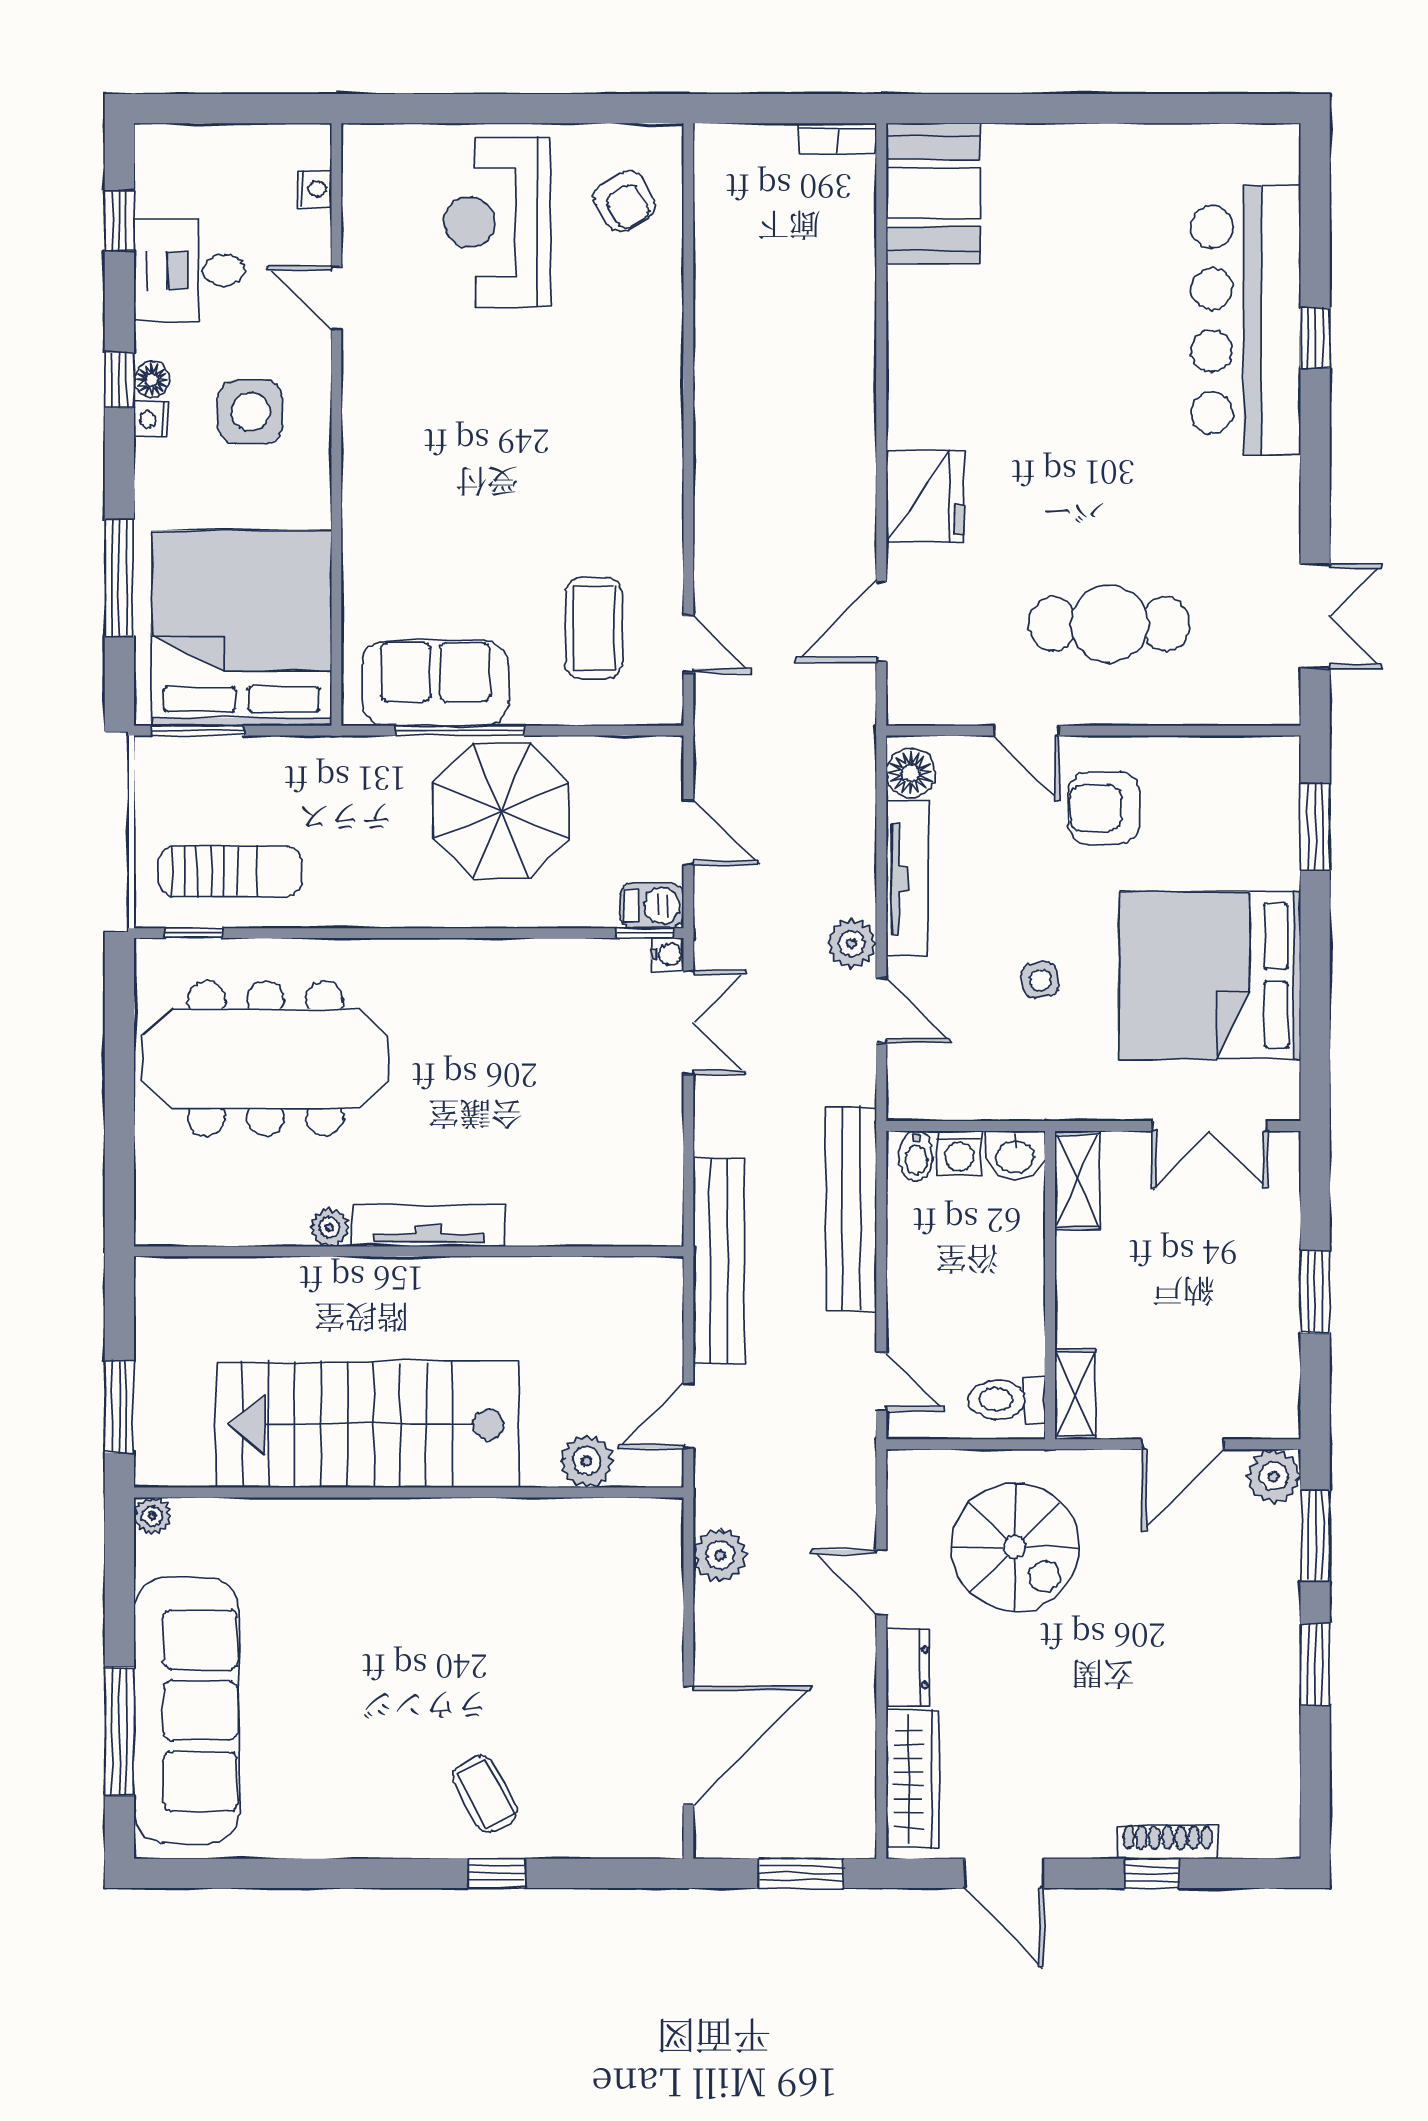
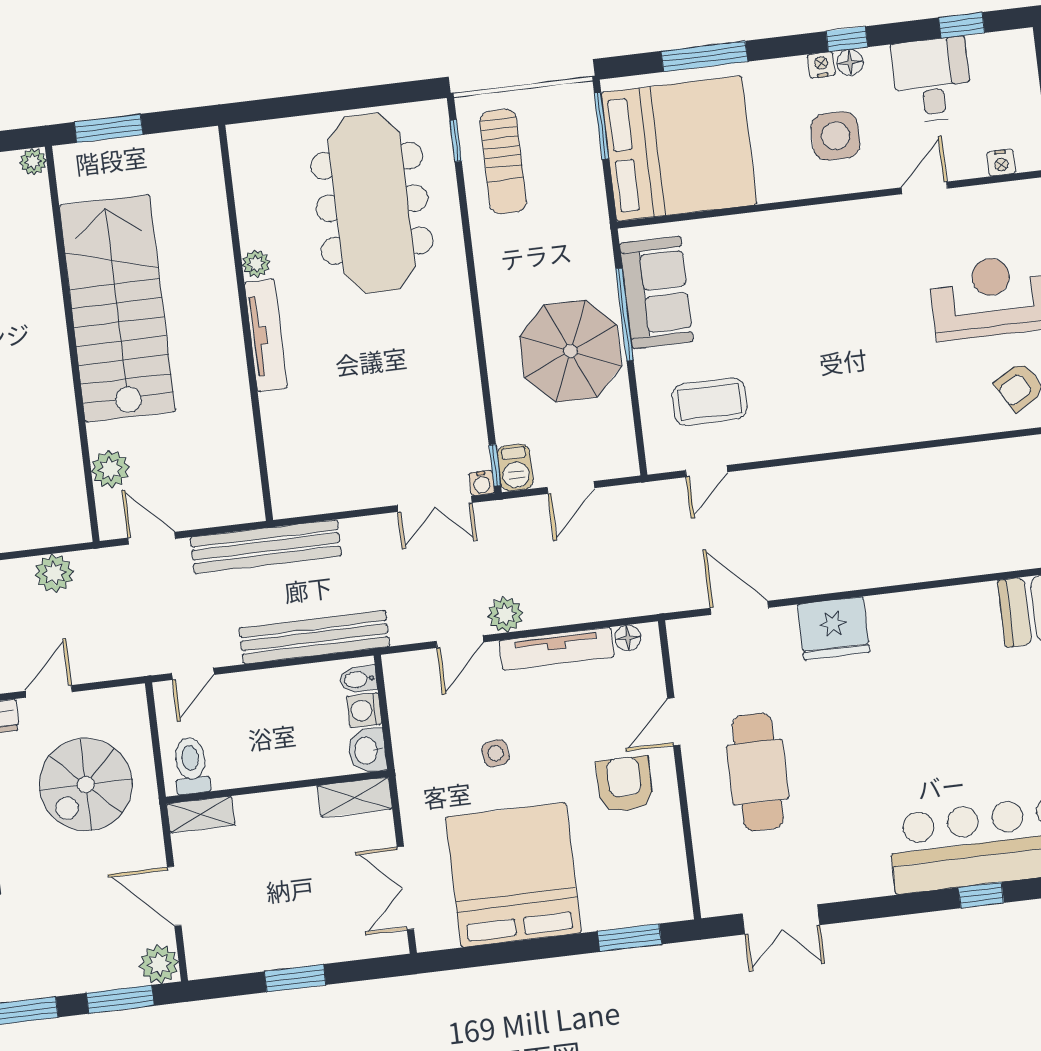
floor lamp: (911, 773) -> (628, 638), width x0.73, depth x0.73

